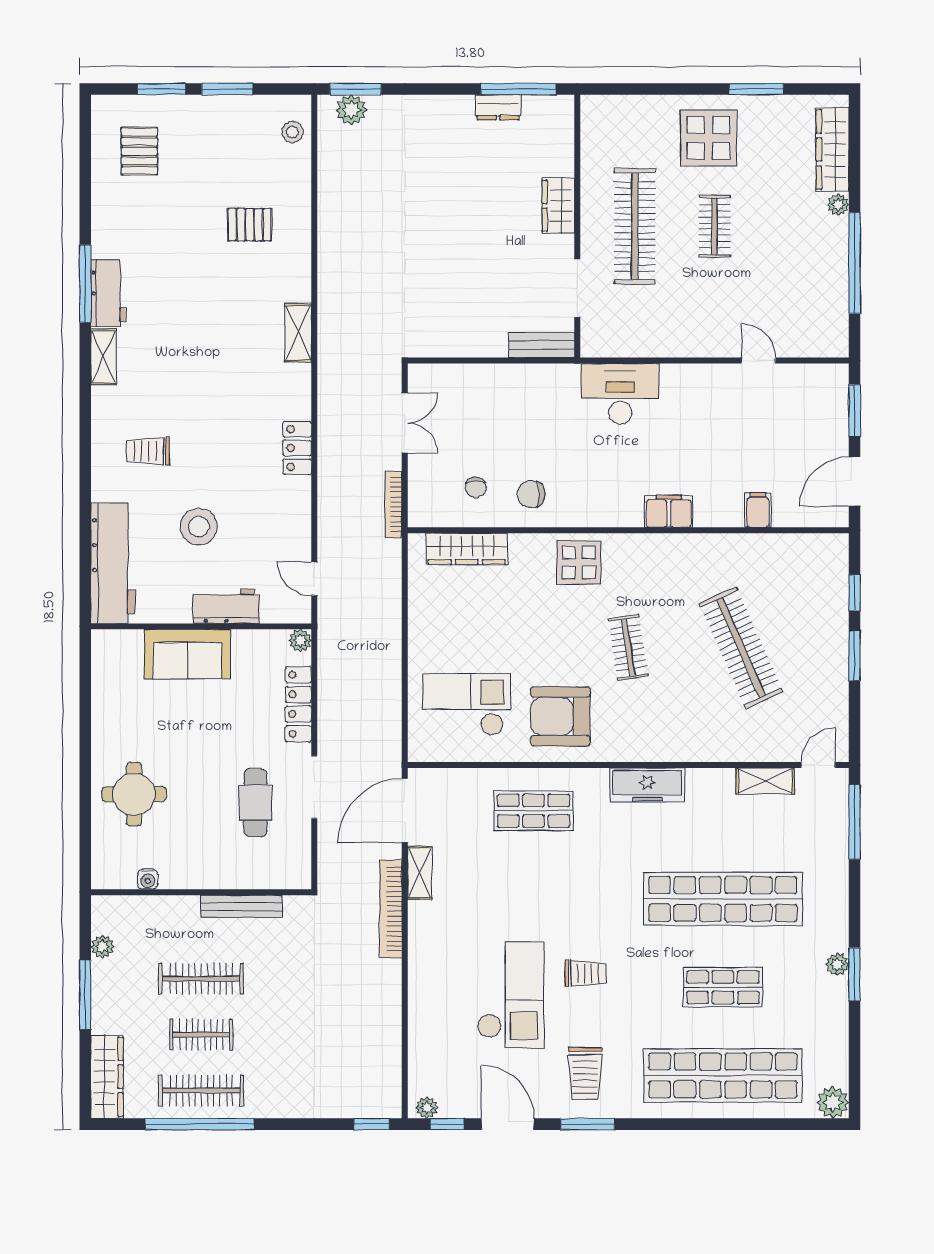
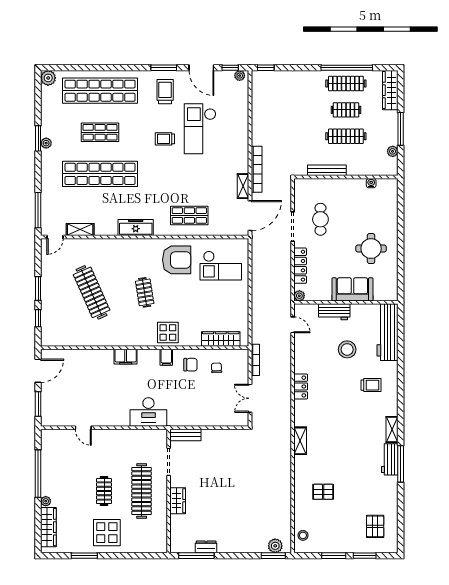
filing cabinet: (758, 510) -> (166, 357), moved
round table: (134, 794) -> (371, 249), moved

